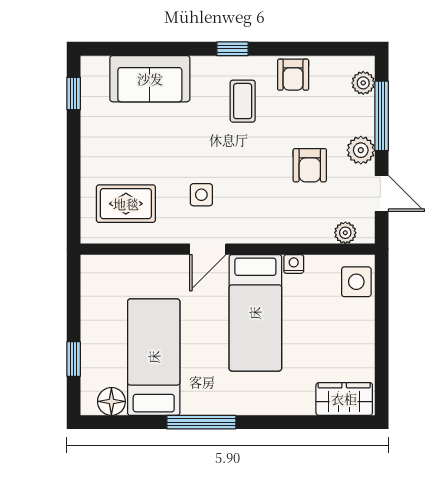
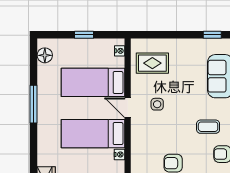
rug: (126, 204) -> (152, 63), turned 90
nightstand: (103, 264) -> (120, 51), added
bed: (154, 357) -> (93, 82), moved, turned 180
window: (74, 359) -> (84, 35), moved

